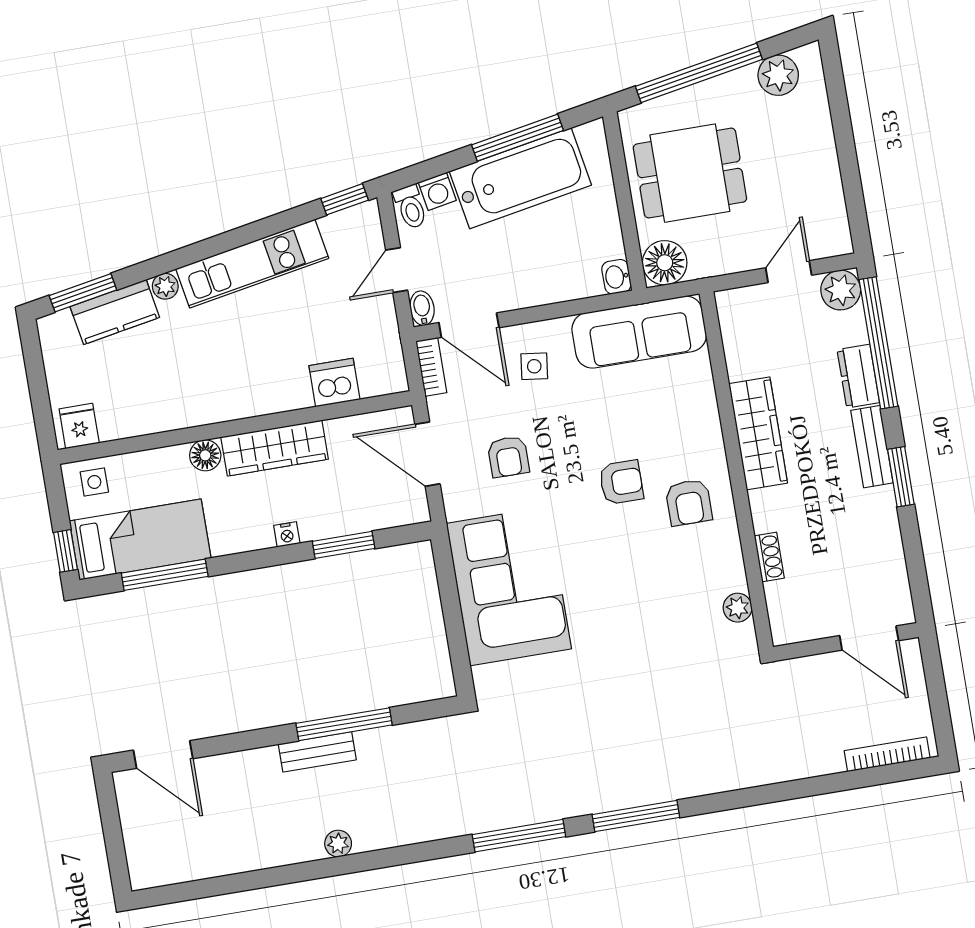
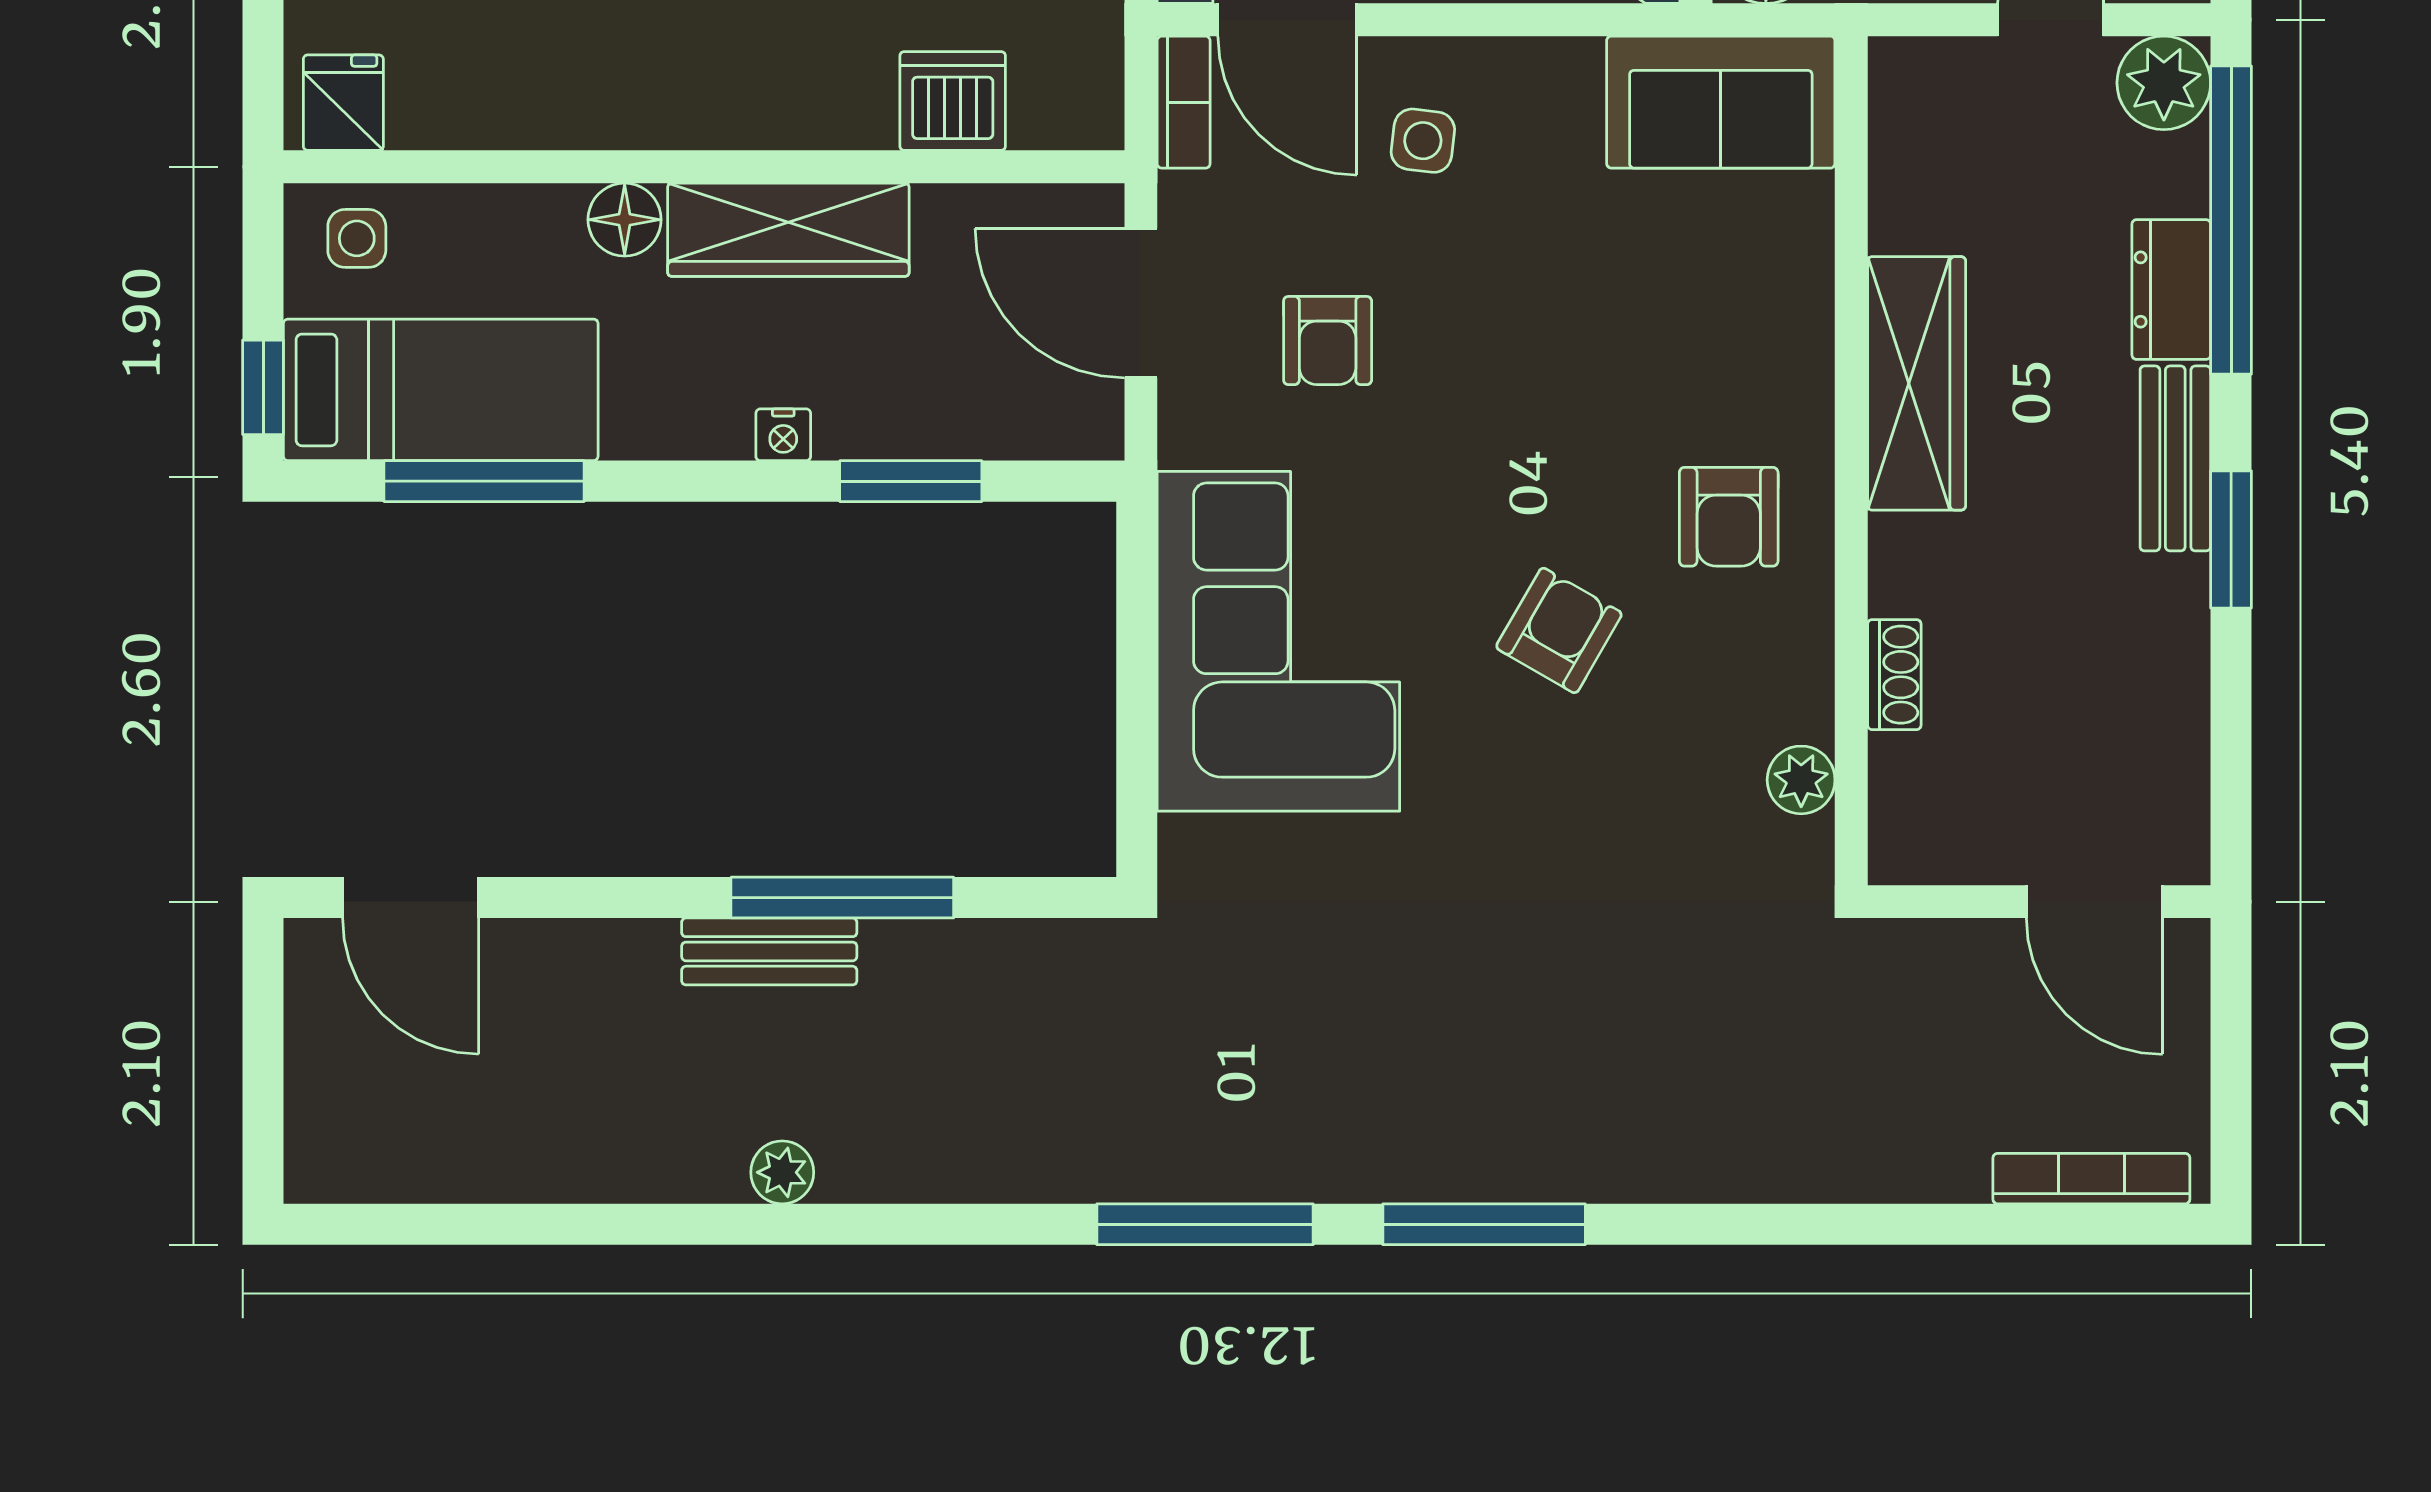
sofa: (639, 332) -> (1721, 102), width x0.73
armchair: (621, 482) -> (1559, 630), moved, turned -60

